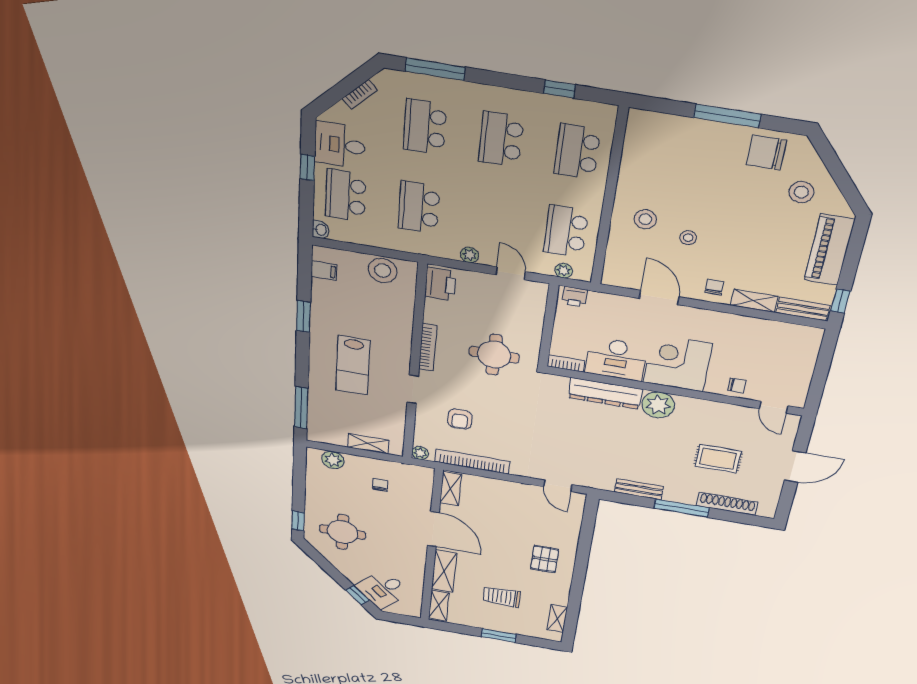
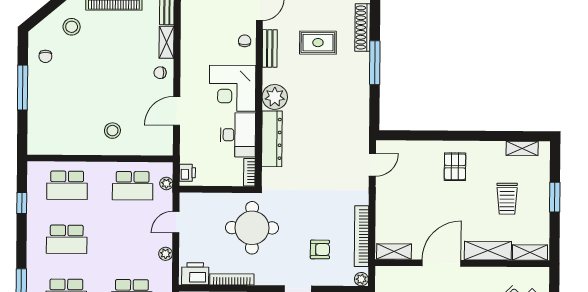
chair: (766, 153) -> (45, 56), width x0.54, depth x0.54
stool: (688, 238) -> (122, 98), removed
bookcase: (428, 347) -> (232, 279), moved
round table: (494, 355) -> (252, 228), width x1.36, depth x1.36
rug: (718, 459) -> (318, 43), turned 90
bench: (639, 489) -> (270, 48), moved
pallet: (545, 559) -> (455, 167), turned 90

